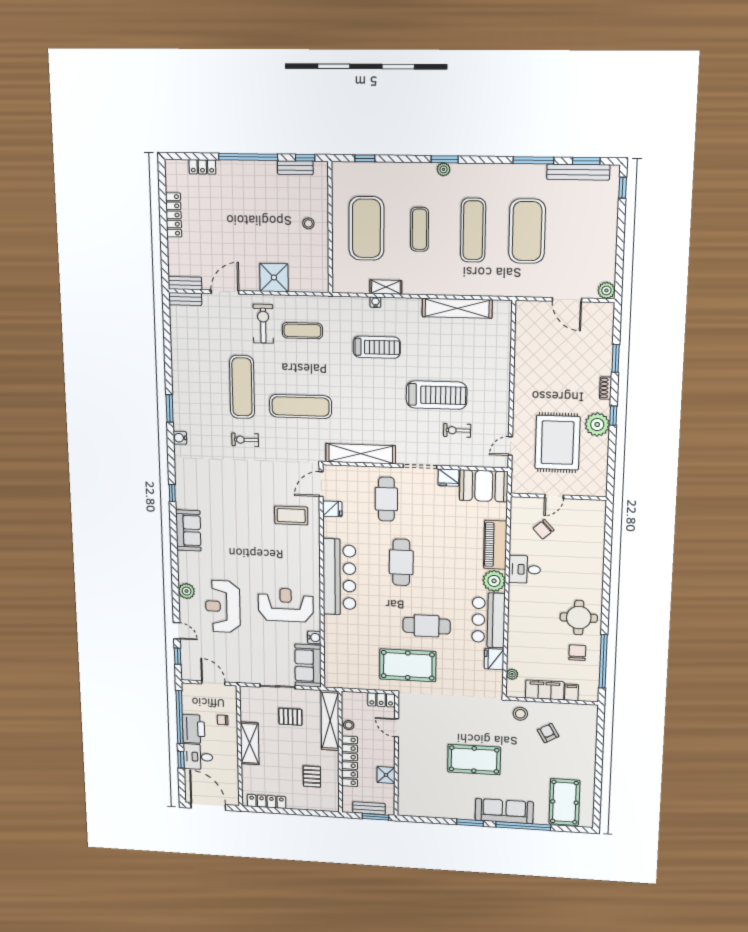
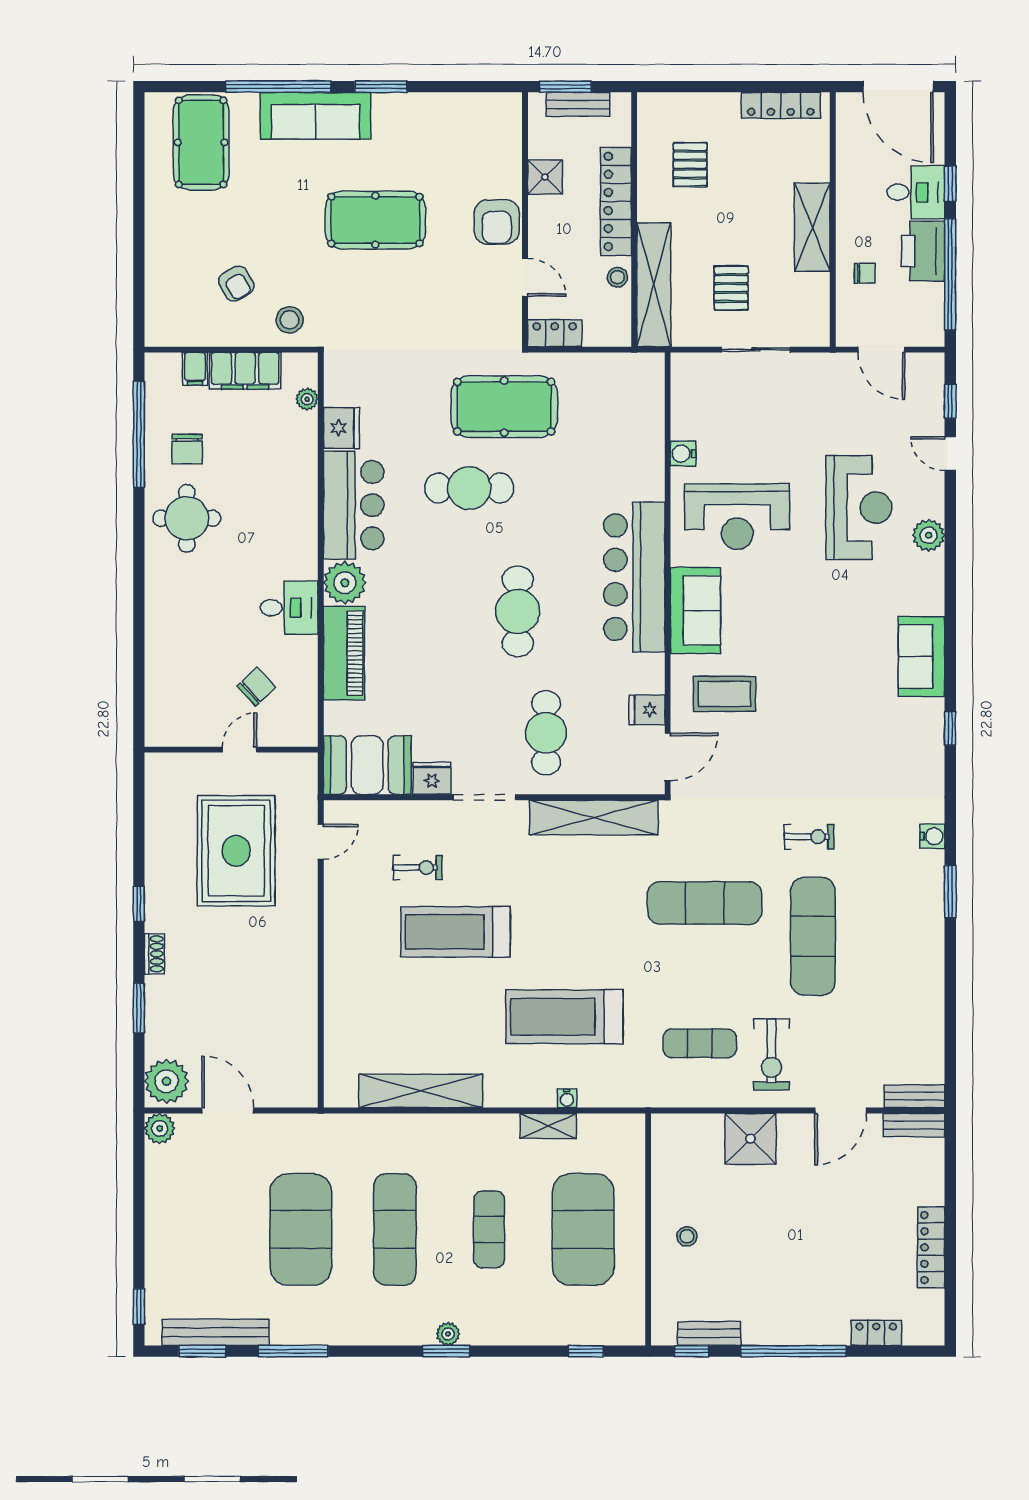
treadmill: (377, 347) -> (564, 1017), width x1.37, depth x1.38
plant: (597, 425) -> (167, 1081), moved
sofa: (308, 666) -> (695, 611), moved
pallet: (290, 717) -> (731, 288), turned 90
armchair: (411, 755) -> (497, 222), added

